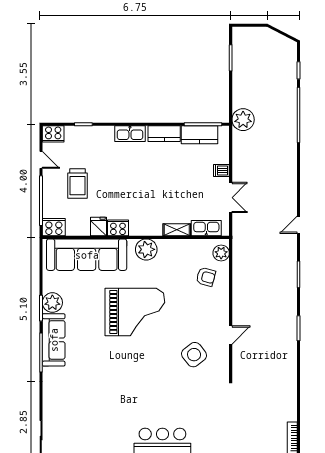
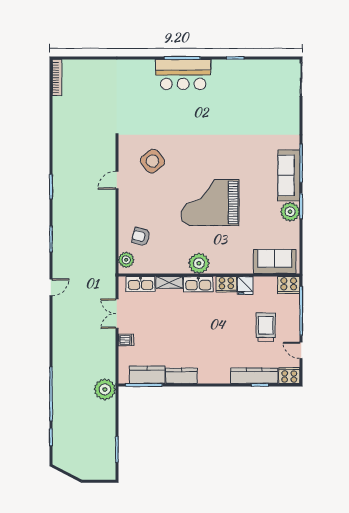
kitchen counter: (89, 134) -> (254, 376), added
kitchen sink: (130, 134) -> (198, 284), moved, turned 180
sofa: (87, 255) -> (275, 262), width x0.54, depth x0.79

